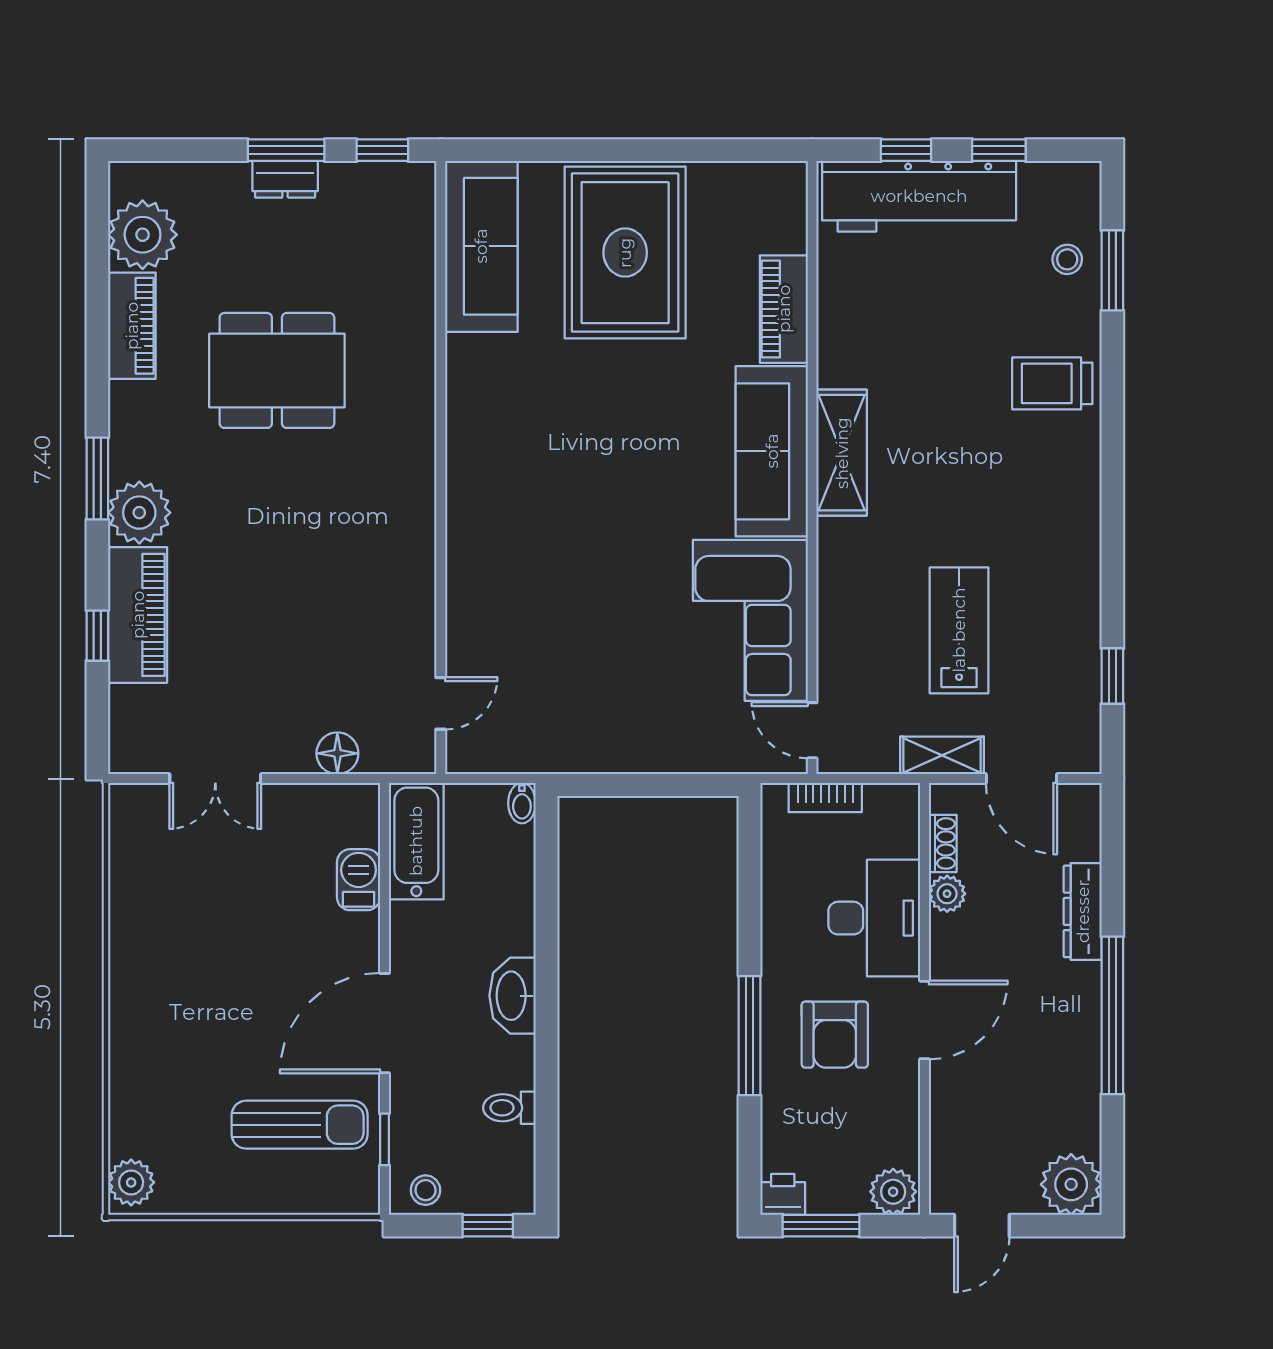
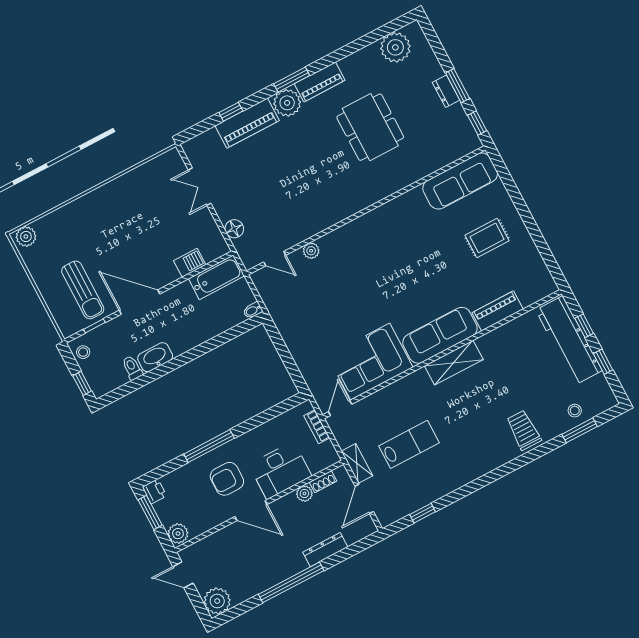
rug: (625, 253) -> (487, 238), width x0.54, depth x0.49
piano: (132, 326) -> (320, 82), moved
plant: (463, 622) -> (311, 251), added
washbasin: (513, 996) -> (155, 357), moved

